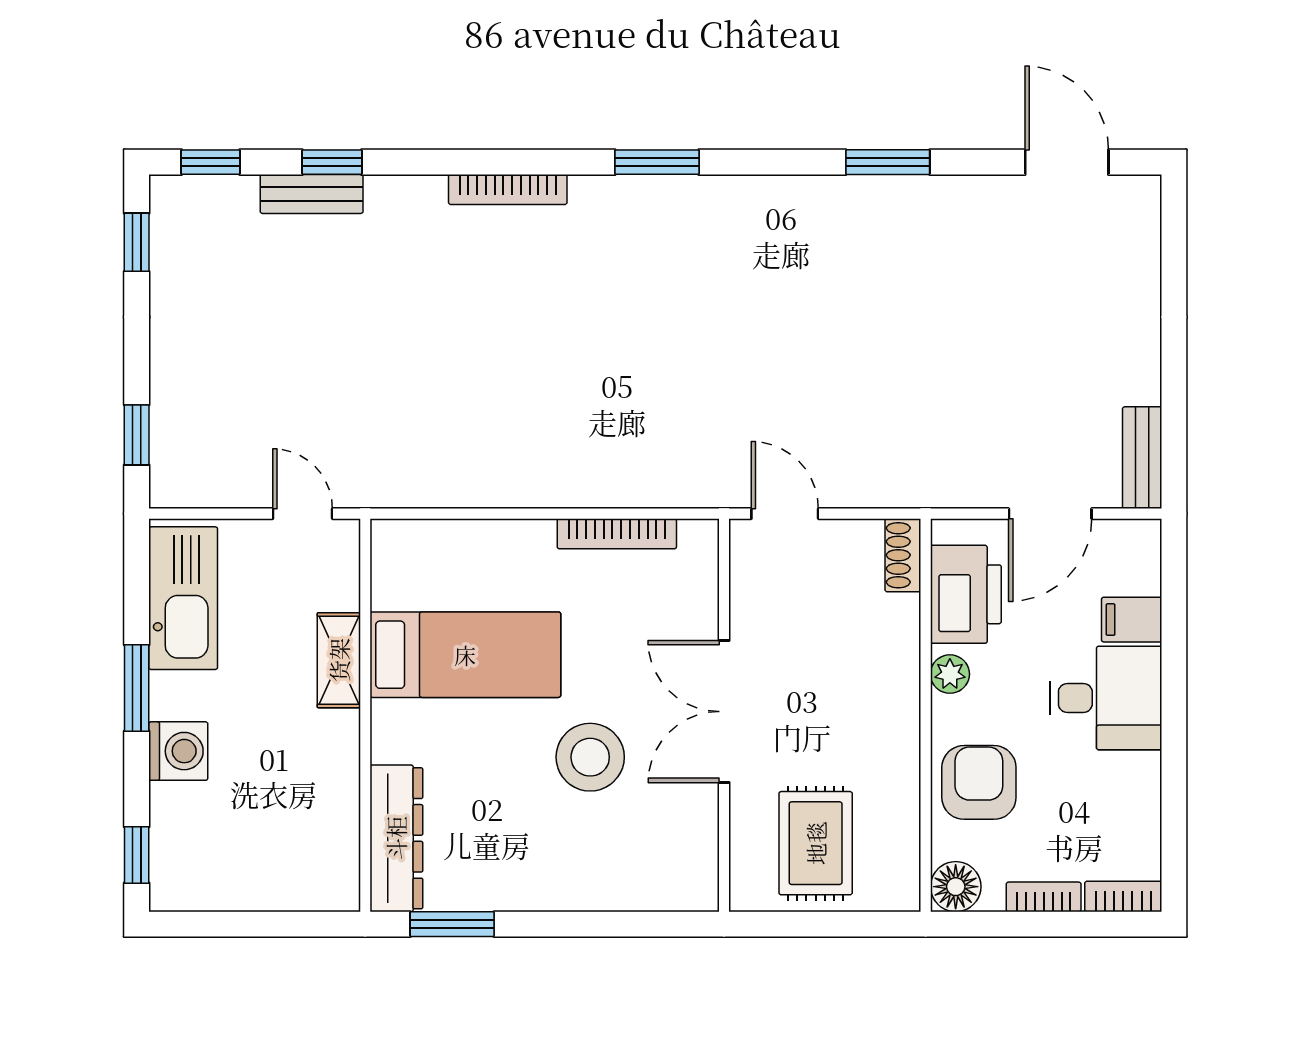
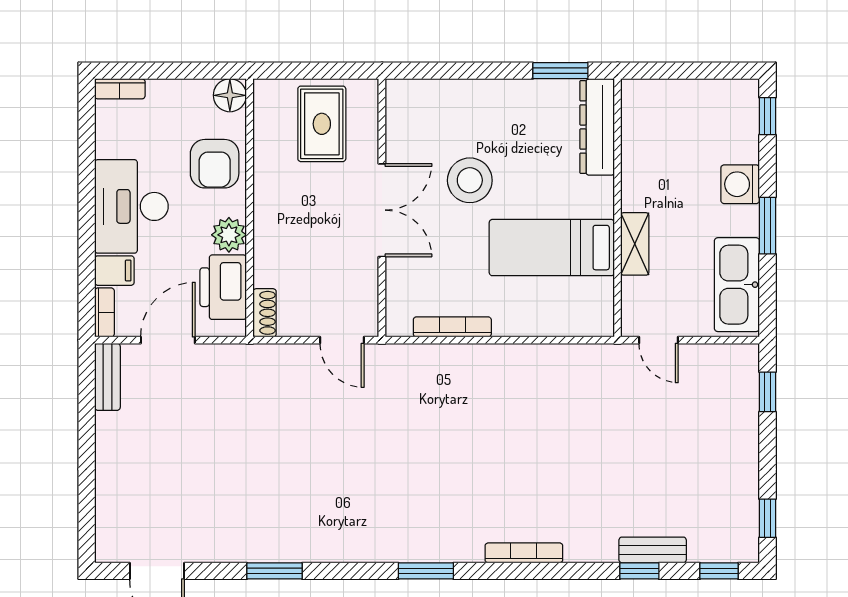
plant: (950, 674) -> (229, 235), width x1.38, depth x1.38
desk: (1106, 698) -> (131, 206), width x1.37
bookcase: (1044, 897) -> (105, 312), moved, turned -90

